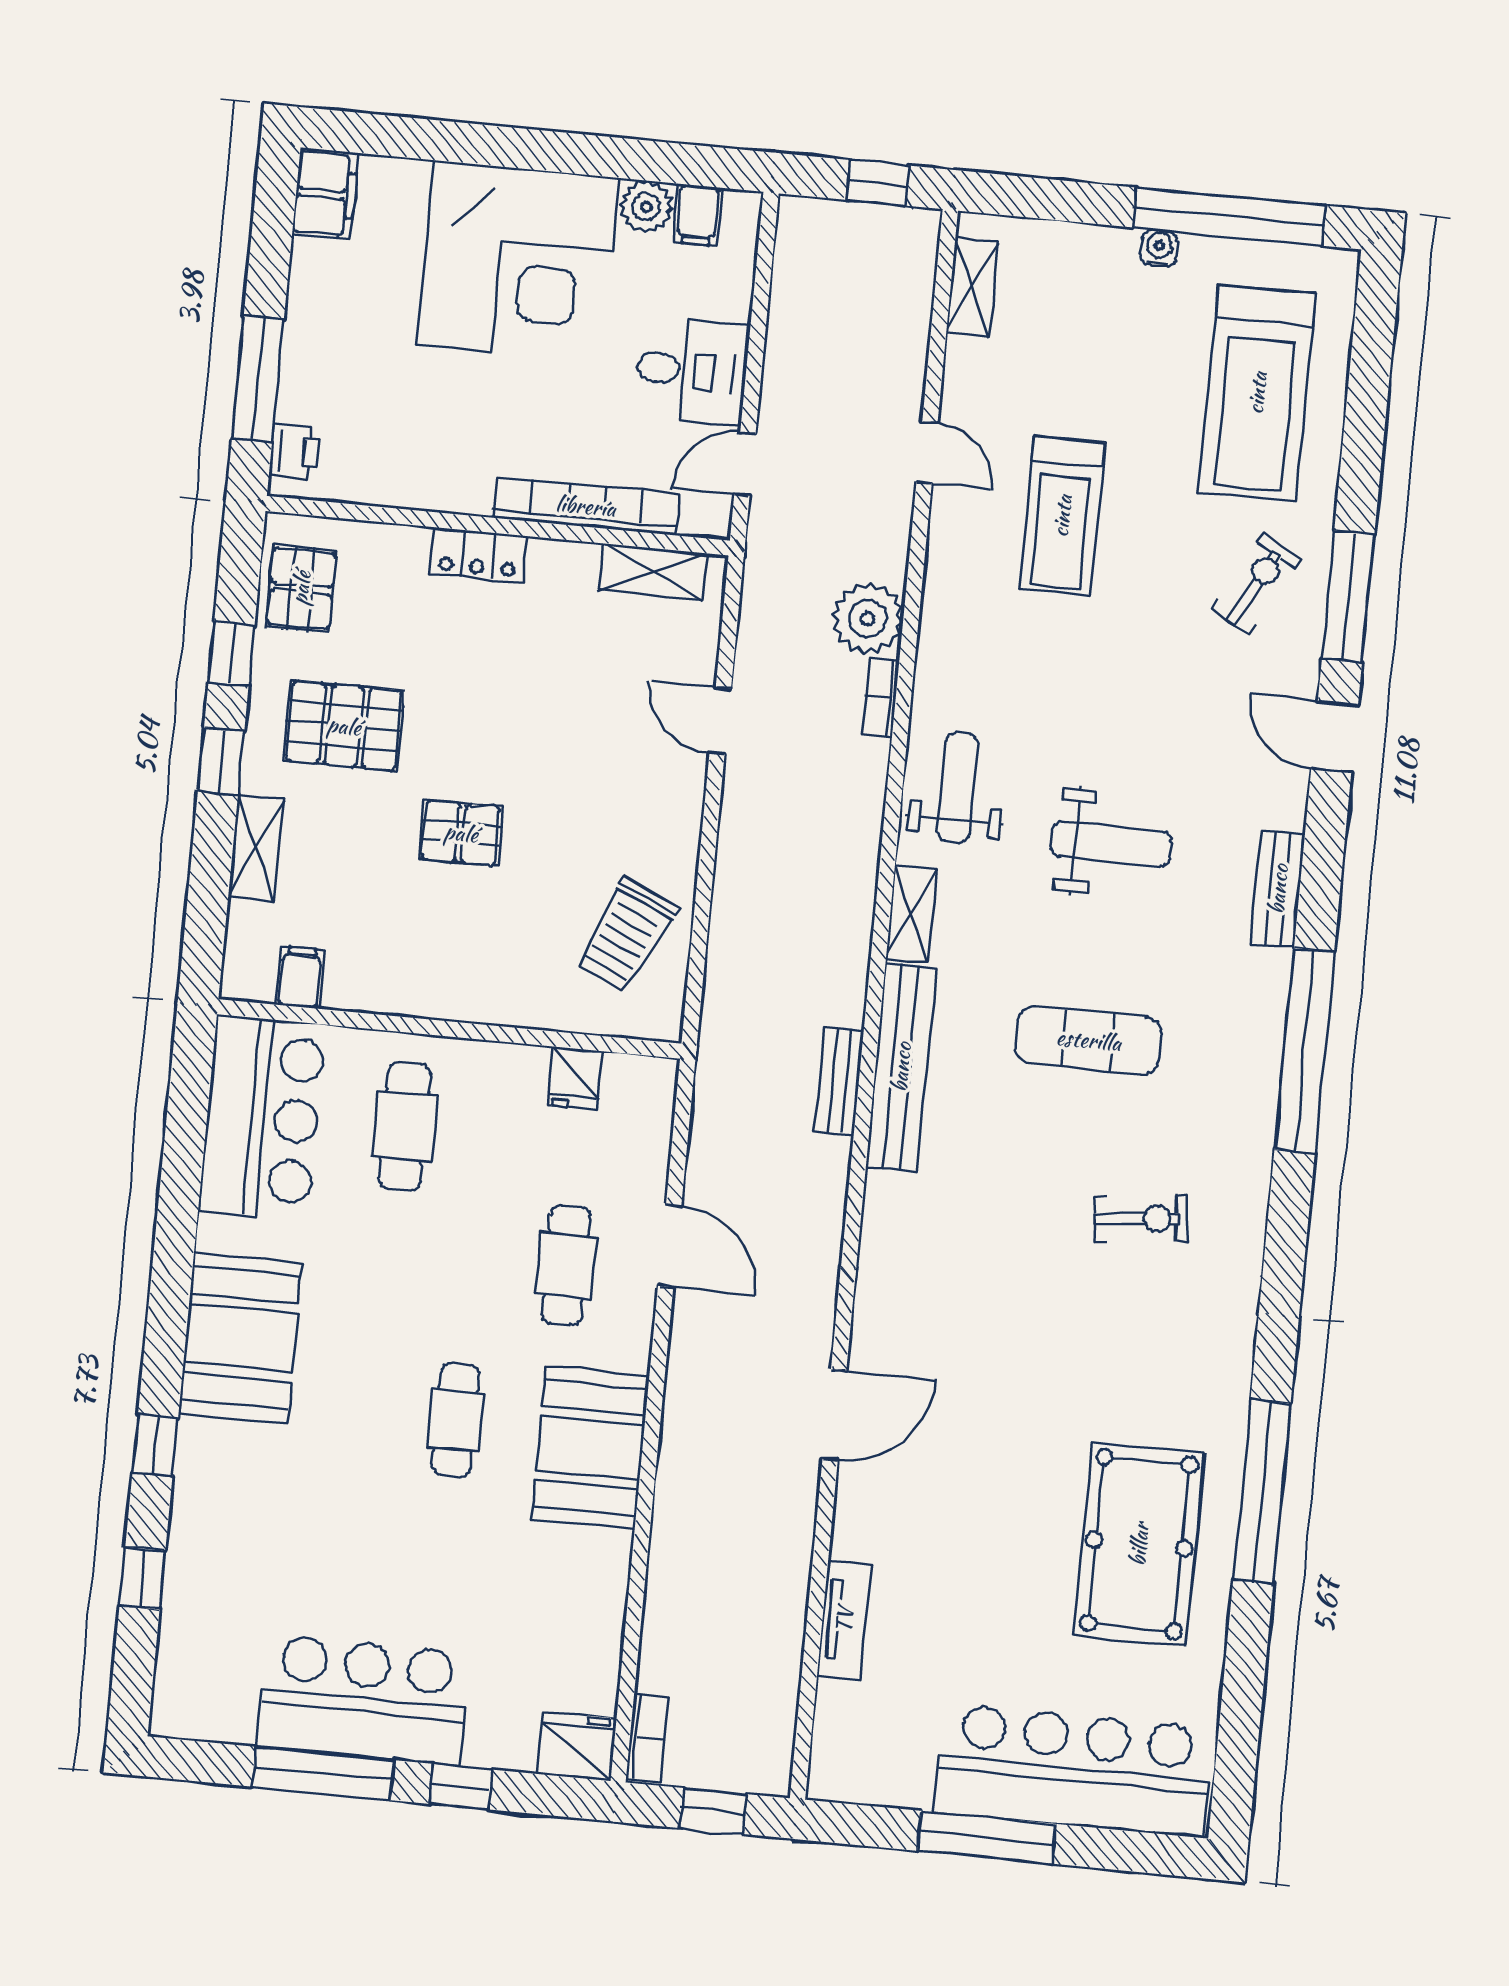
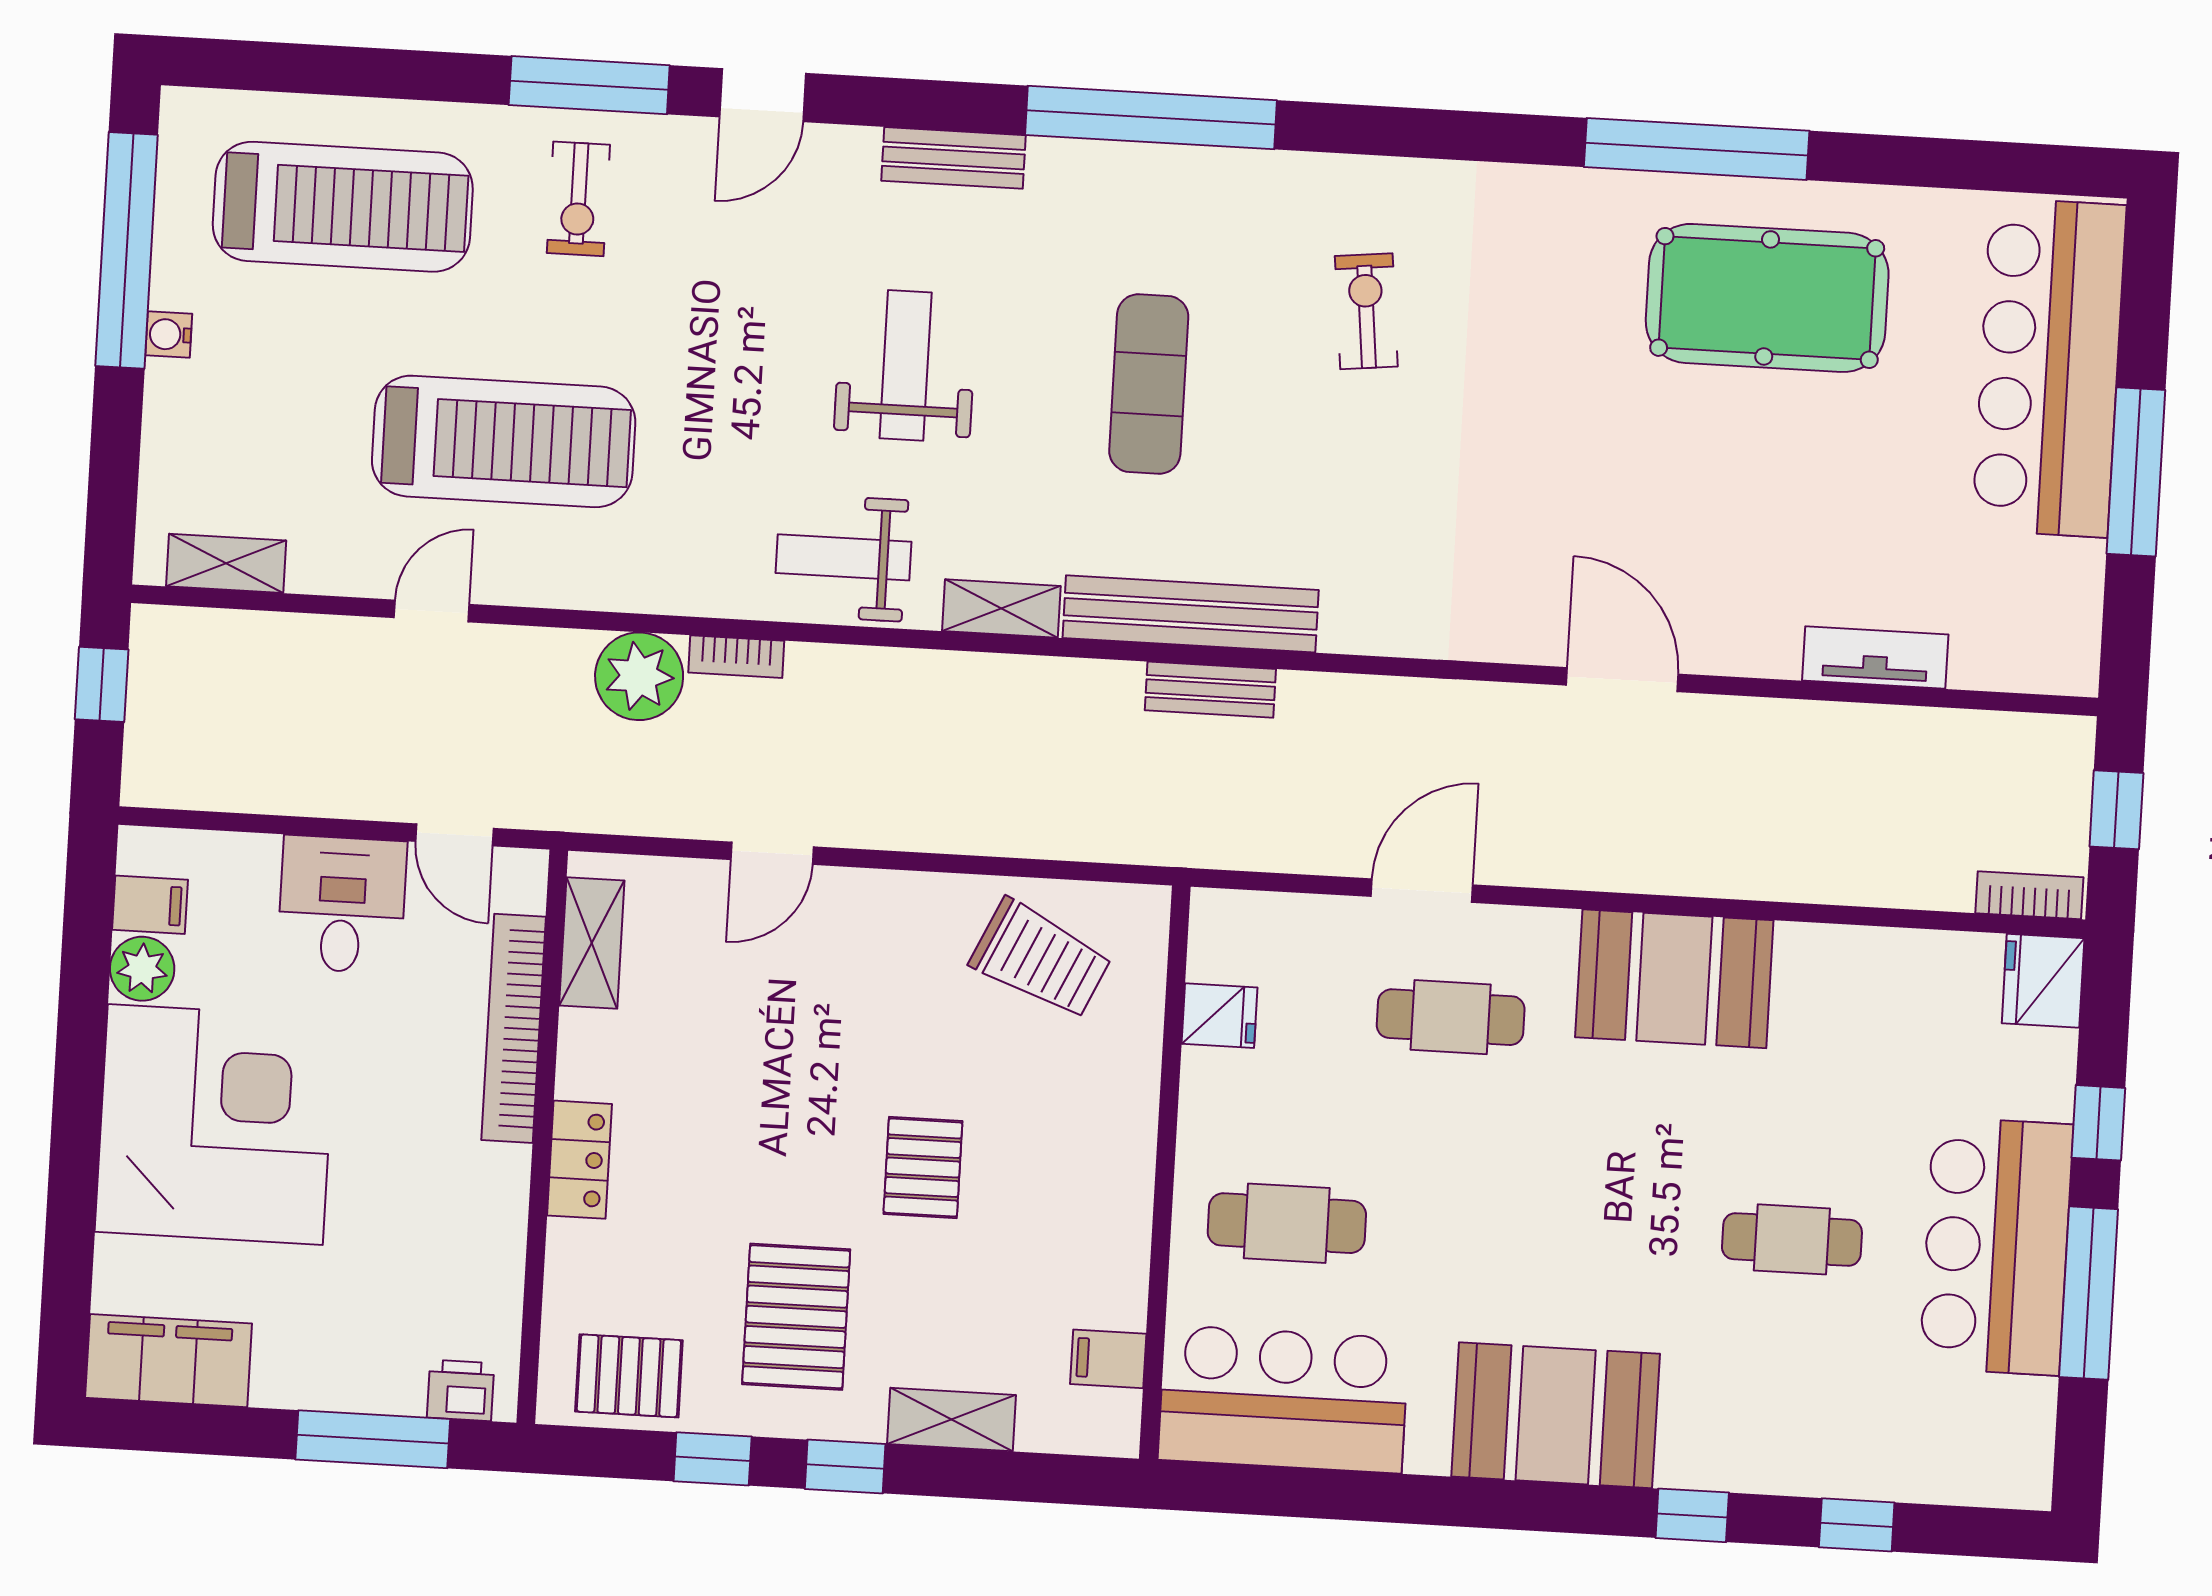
filing cabinet: (325, 194) -> (169, 1361), width x1.50, depth x1.17
treadmill: (1062, 516) -> (504, 441), width x1.37, depth x1.38
exercise bike: (1256, 584) -> (578, 199), turned -119
cafe table: (456, 1420) -> (1792, 1239), moved

